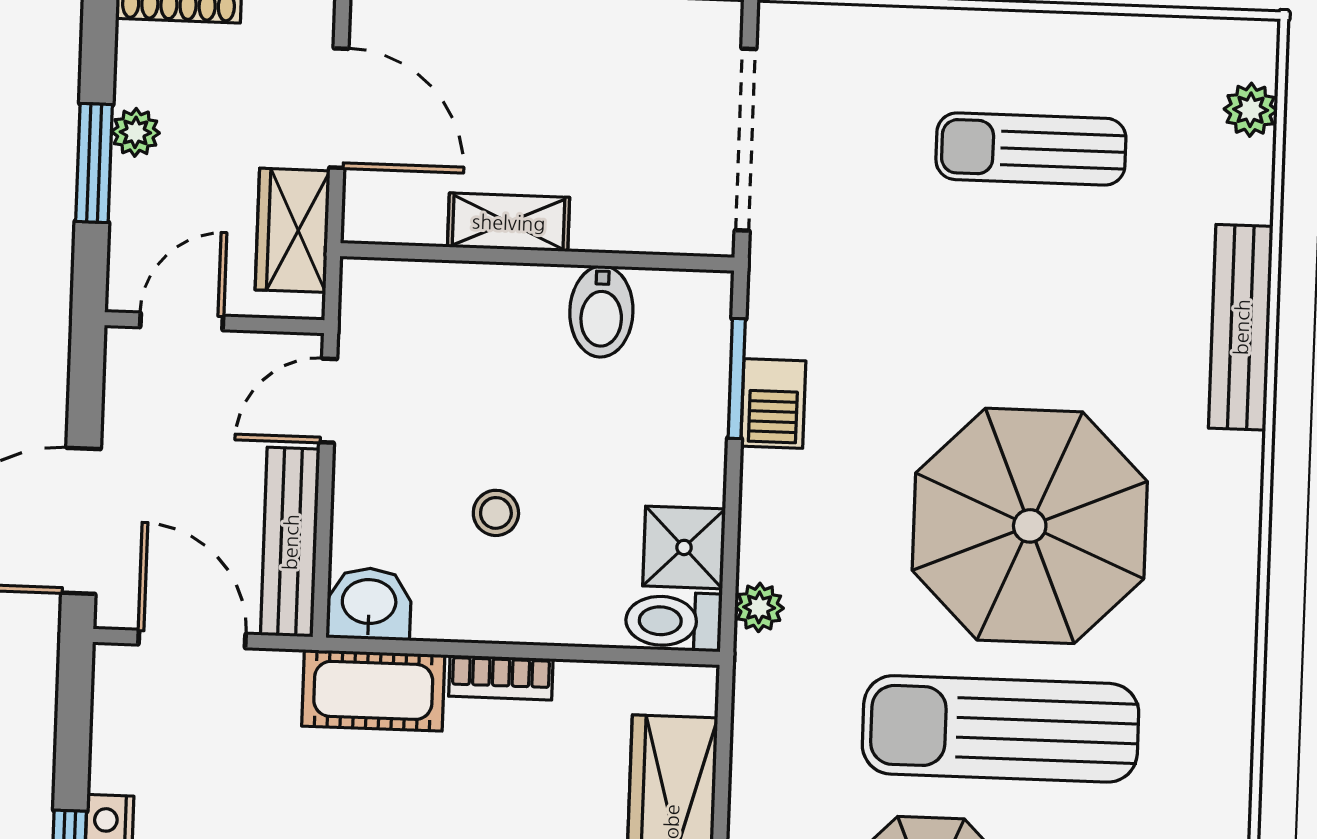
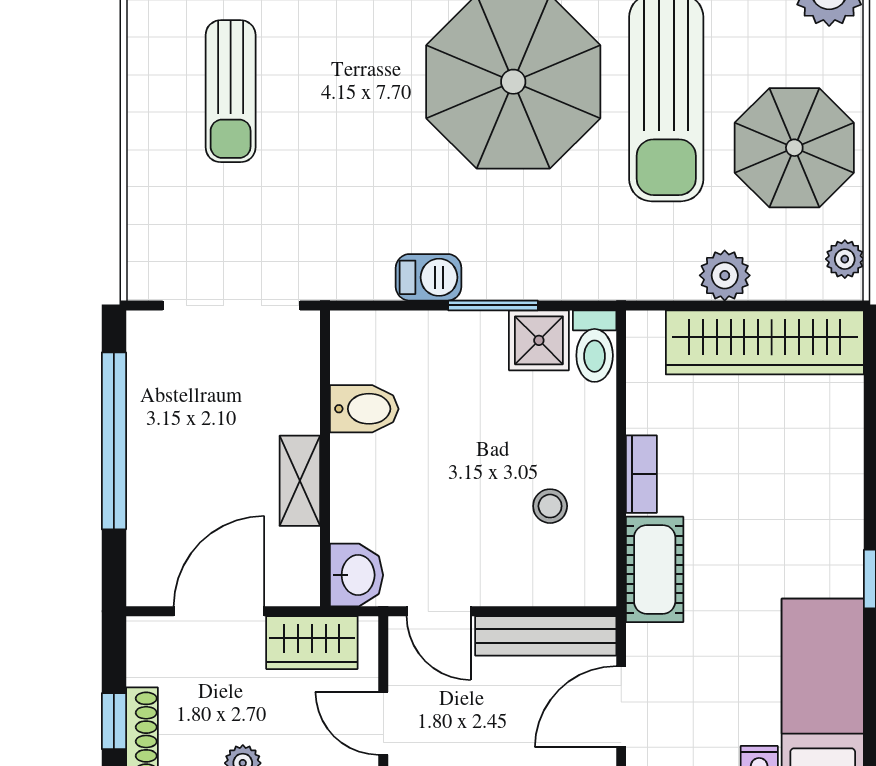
window: (737, 378) -> (493, 305), moved
stool: (496, 513) -> (550, 506), moved
washbasin: (369, 604) -> (356, 575), moved, turned 180
plant: (759, 607) -> (725, 275), moved, width x1.38, depth x1.38

